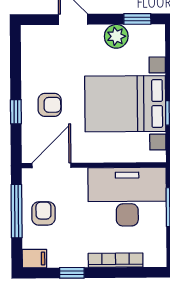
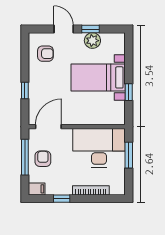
window: (137, 19) -> (90, 29), moved
bed with nightstands: (125, 104) -> (98, 77), width x0.73
armchair: (50, 105) -> (45, 54), moved

